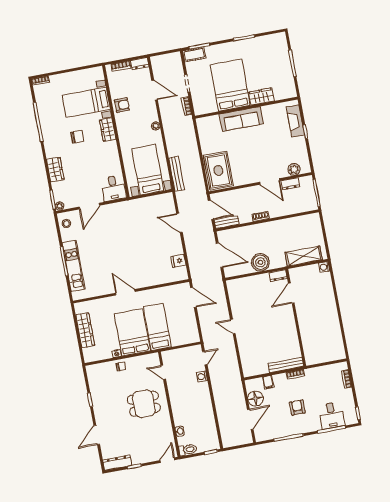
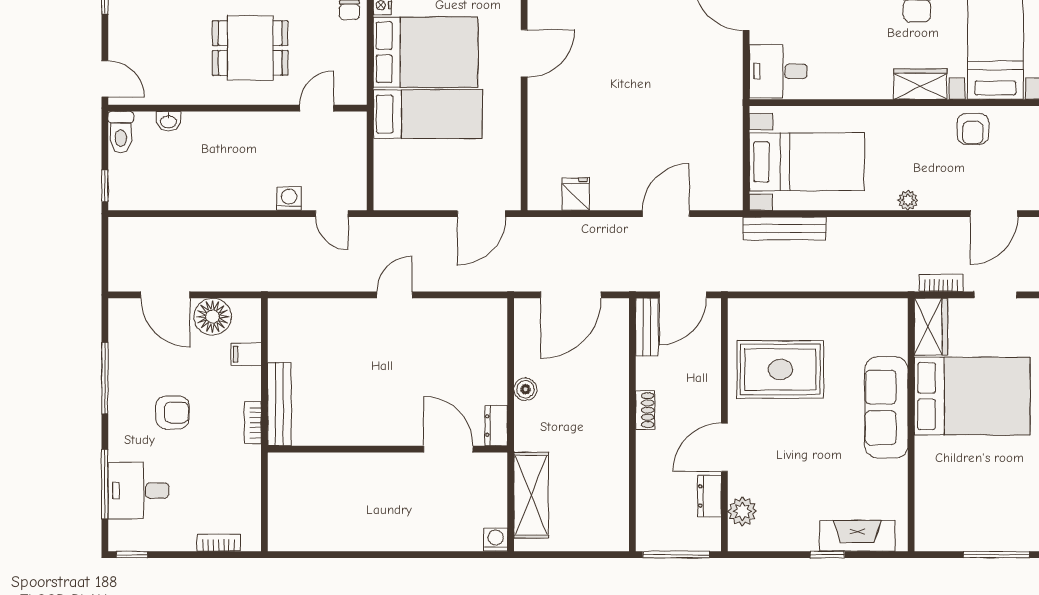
wardrobe: (261, 97) -> (931, 327), moved
rug: (218, 171) -> (780, 369), moved
boiler: (260, 262) -> (525, 389), width x0.54, depth x0.54
dining table: (144, 404) -> (250, 48), turned 90

